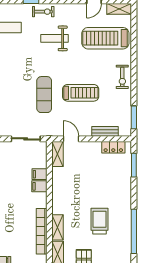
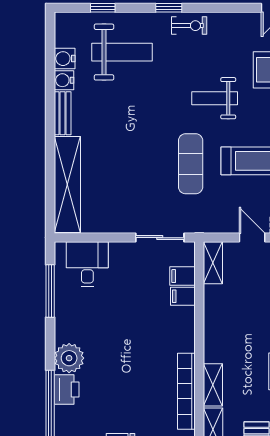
weight bench: (54, 38) -> (215, 98), moved
door: (71, 139) -> (252, 238), moved
filing cabinet: (39, 186) -> (182, 276), moved

